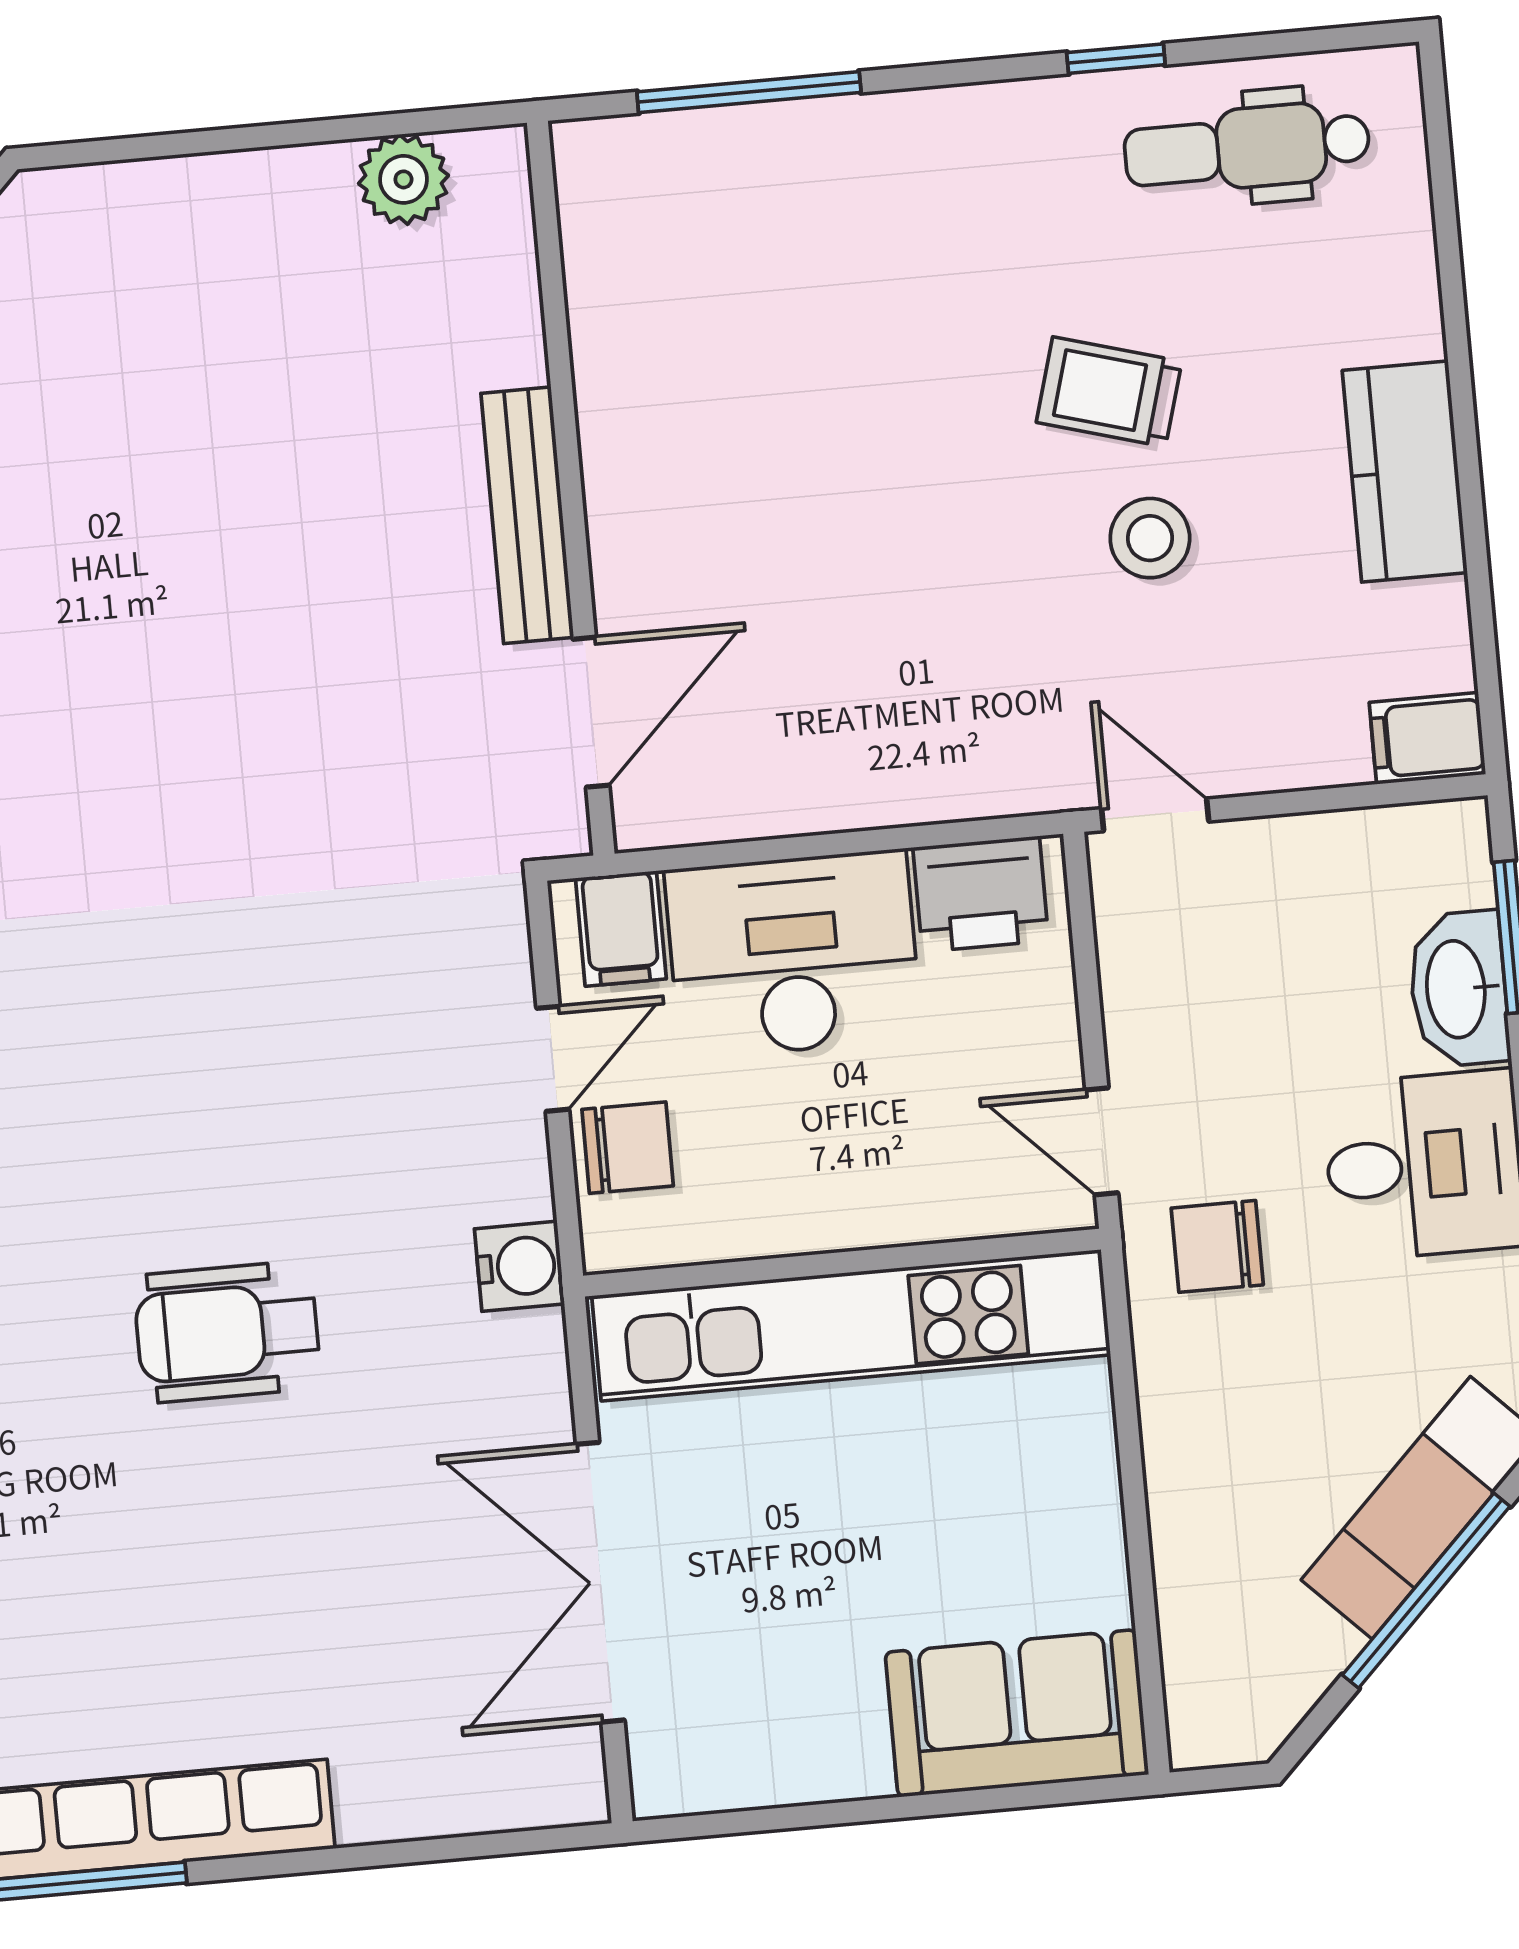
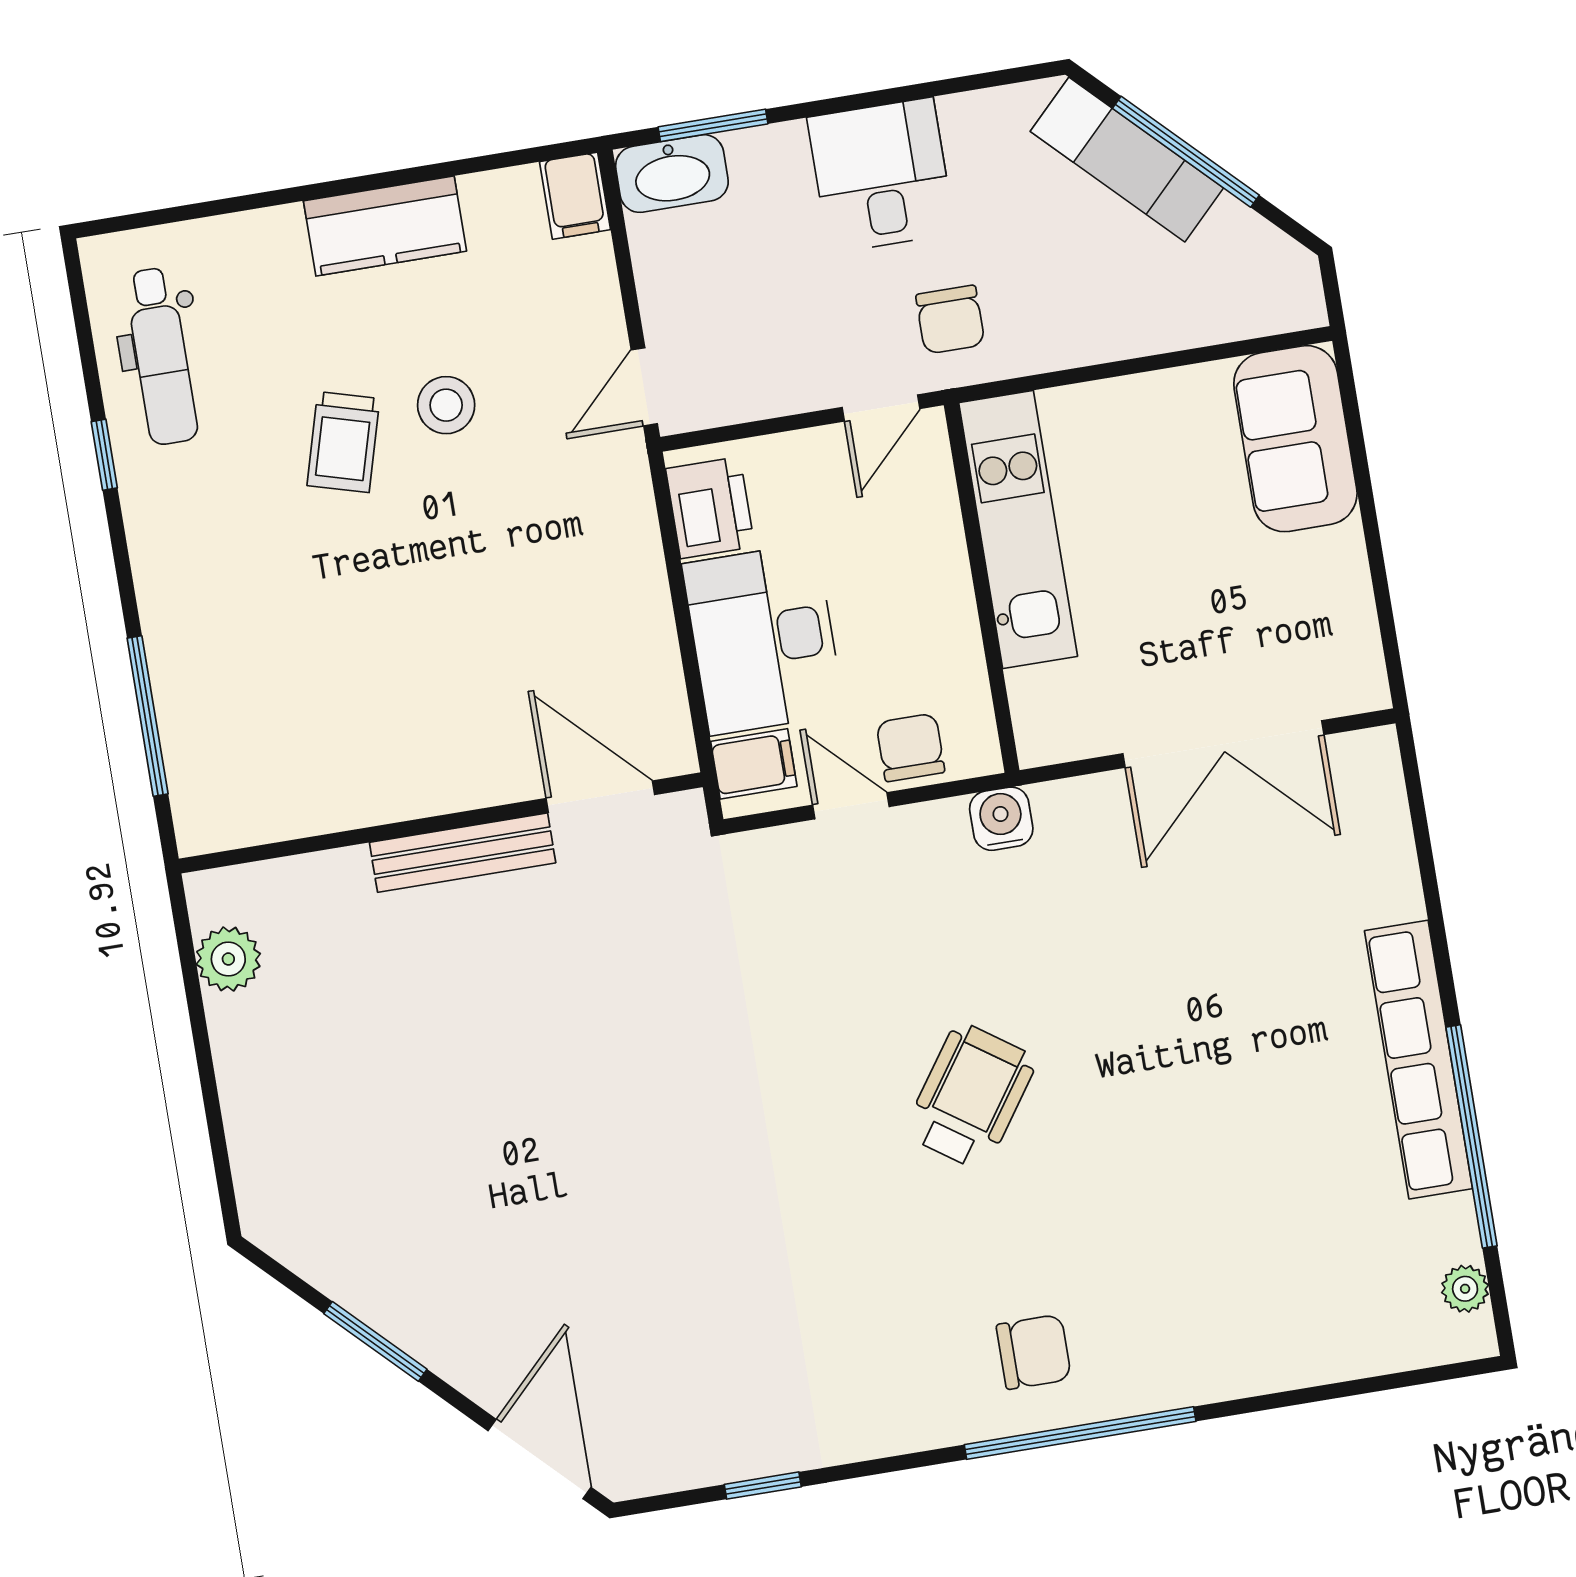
washbasin: (1459, 989) -> (672, 174), moved
kitchen unit: (851, 1325) -> (1018, 530), width x0.73
wheelchair: (227, 1332) -> (971, 1096), moved, turned -145

